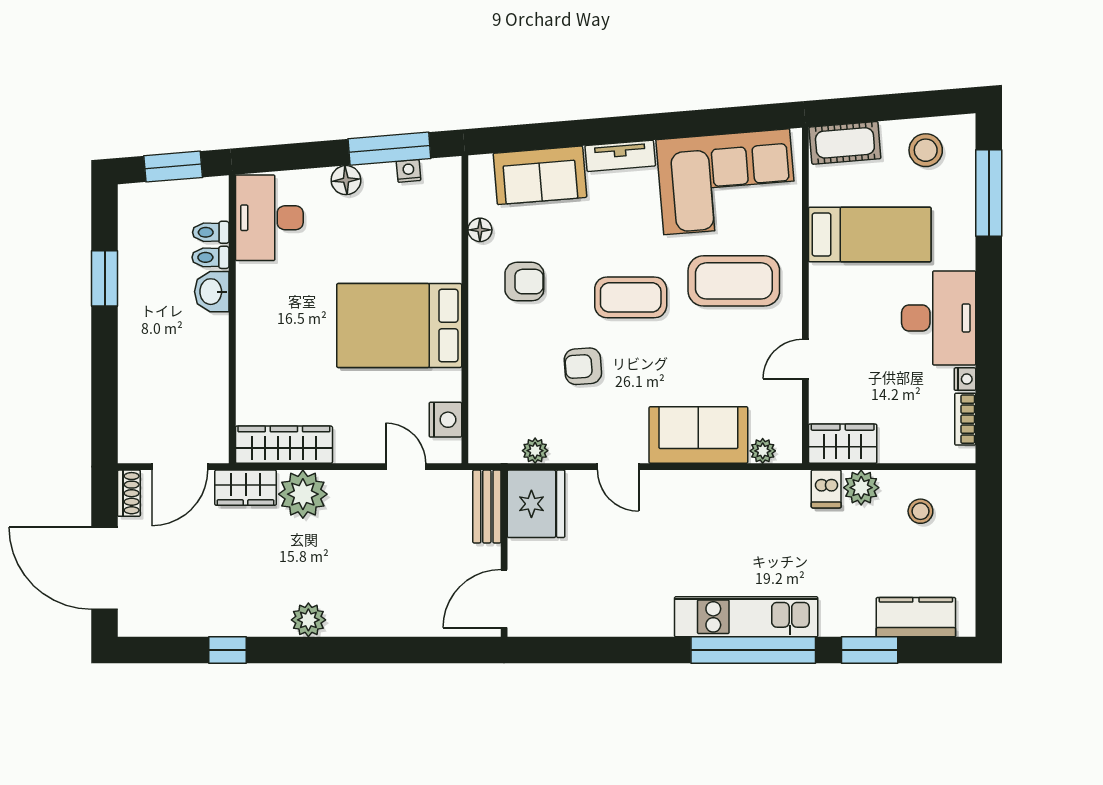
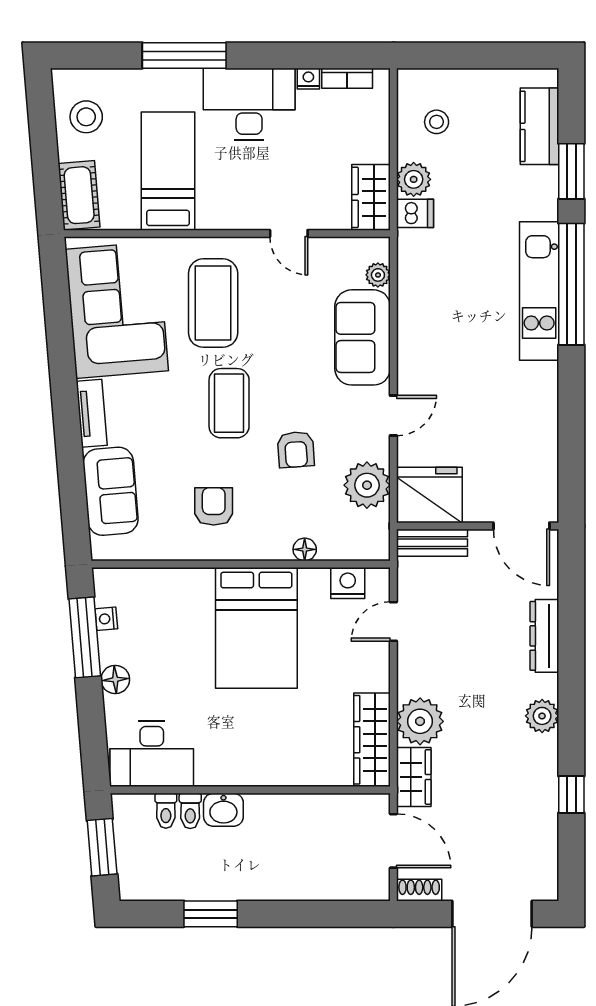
window: (989, 193) -> (184, 56), moved
floor lamp: (480, 230) -> (305, 549), moved
plant: (535, 451) -> (367, 485), width x1.88, depth x1.88
dresser: (391, 622) -> (544, 636), added

